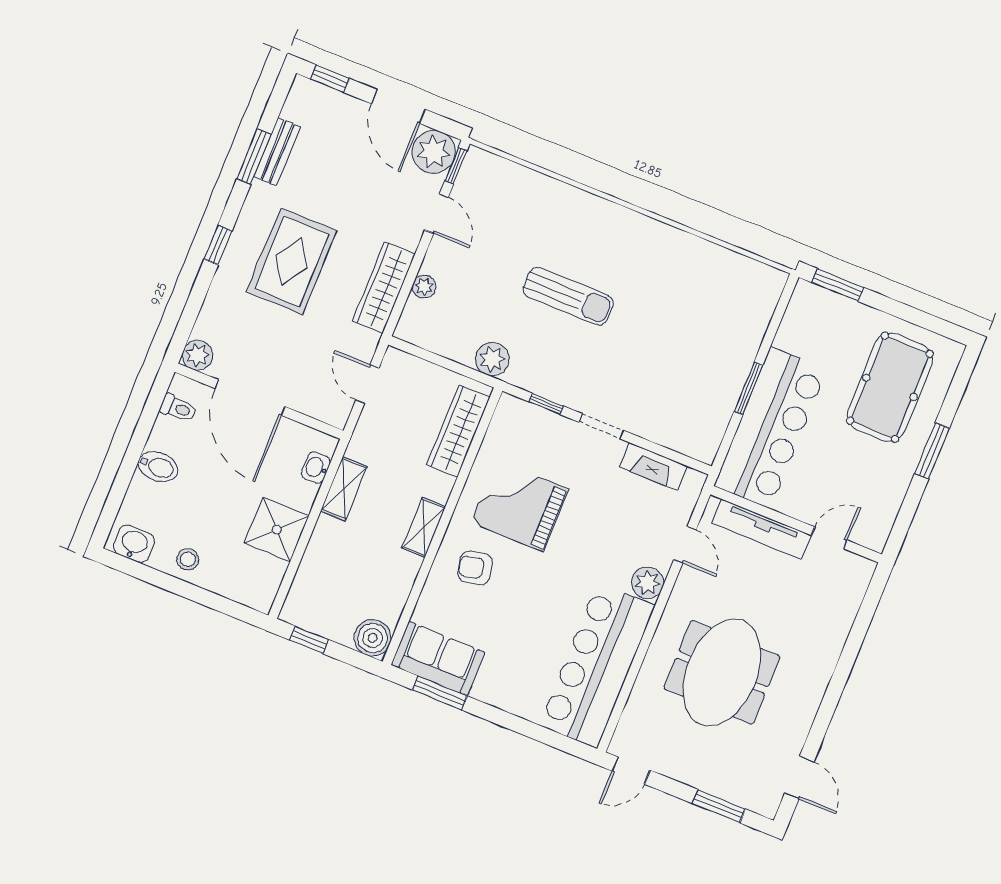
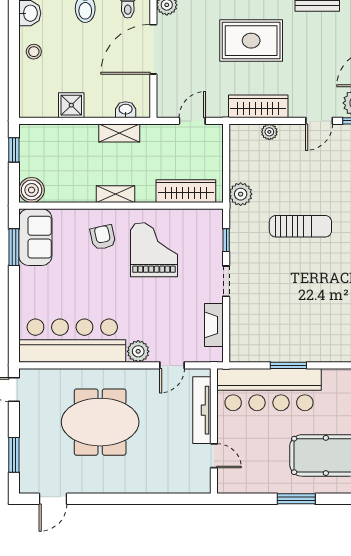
sun lounger: (568, 296) -> (300, 226), turned -90
shower: (277, 530) -> (71, 105), width x0.73, depth x0.73

